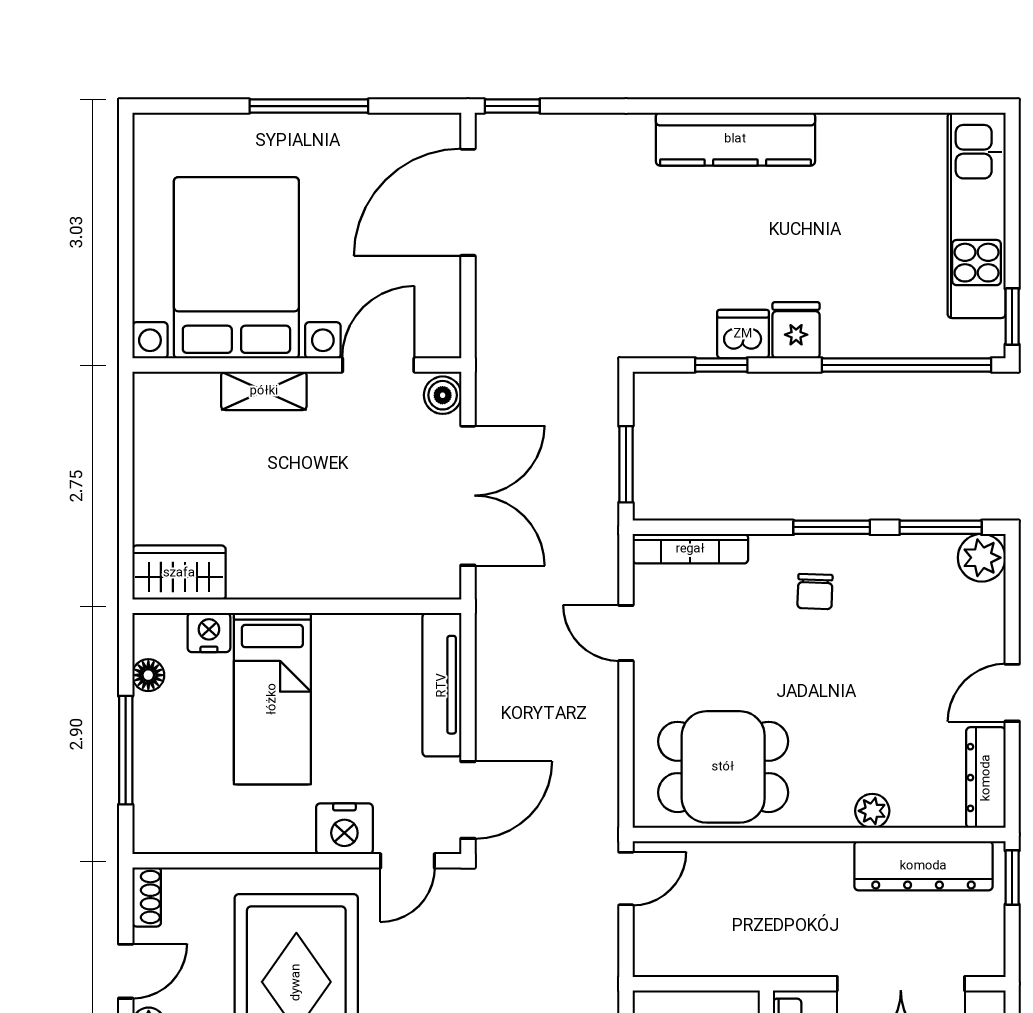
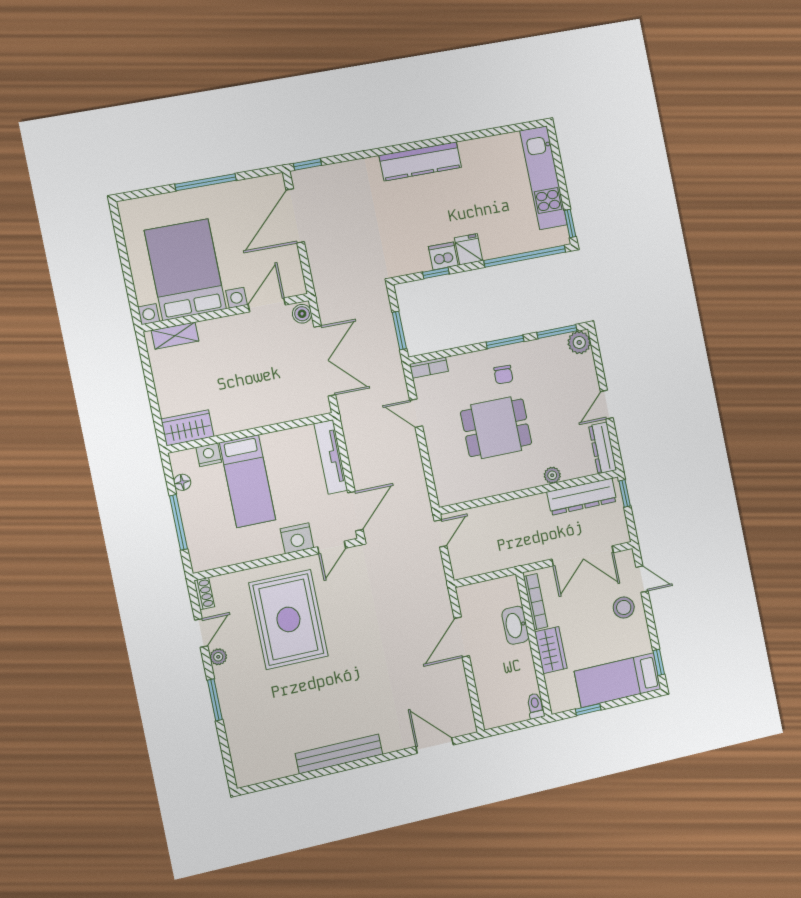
shelving: (264, 391) -> (175, 336), moved
bookcase: (690, 549) -> (429, 368), width x0.64
dining table: (723, 767) -> (496, 428), moved

